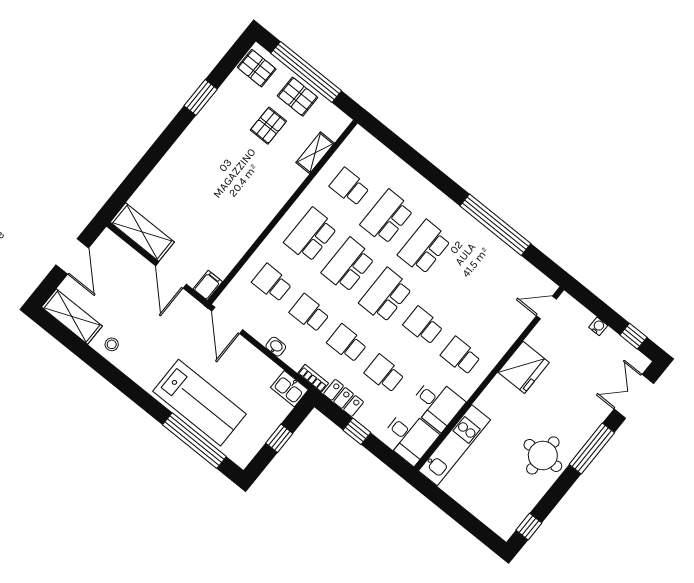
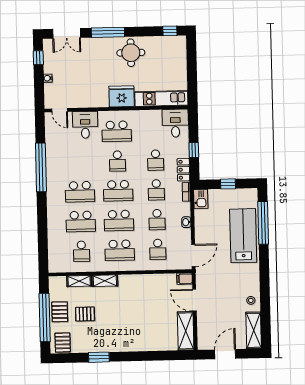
shelving: (289, 185) -> (105, 281), added
door: (171, 275) -> (194, 300), swing flipped
school desk: (461, 356) -> (117, 131), width x1.85
fridge: (524, 367) -> (122, 96), moved
desk: (437, 404) -> (85, 125), moved

